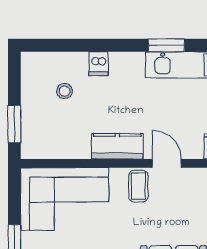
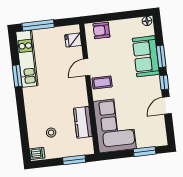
dishwasher: (99, 64) -> (37, 153), moved
kitchen counter: (117, 146) -> (83, 122), moved

